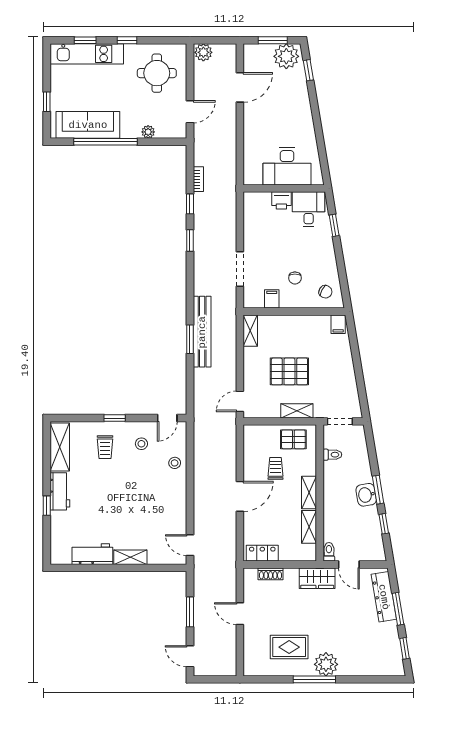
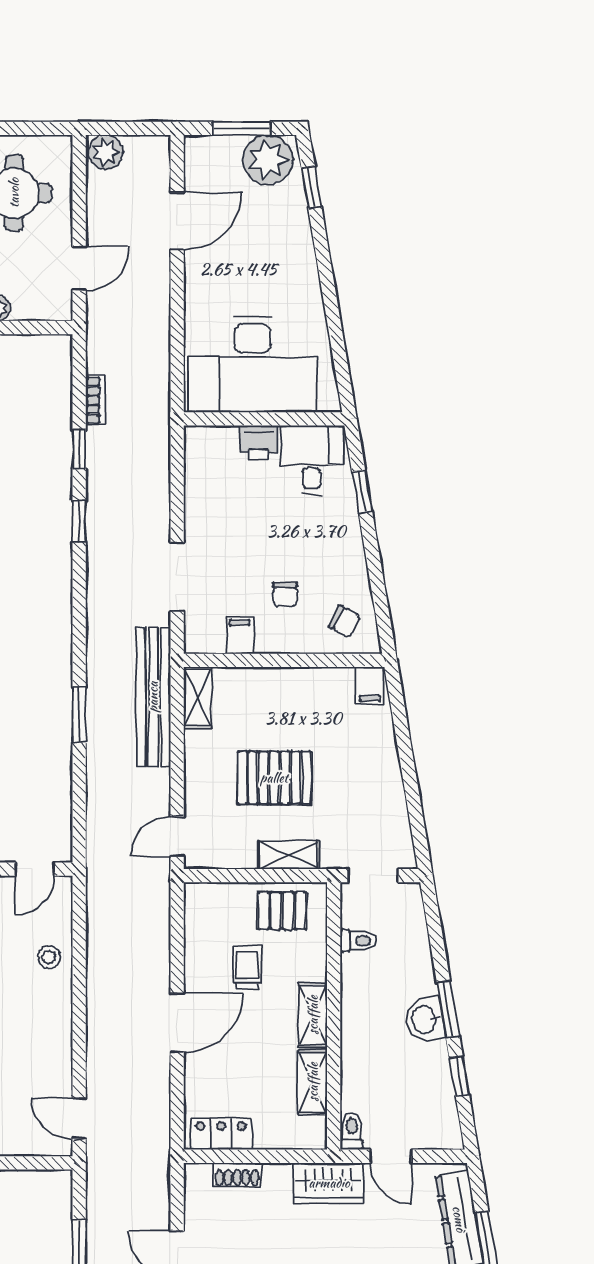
desk: (287, 166) -> (252, 364), width x1.36, depth x1.30
bench: (202, 332) -> (153, 697), moved

